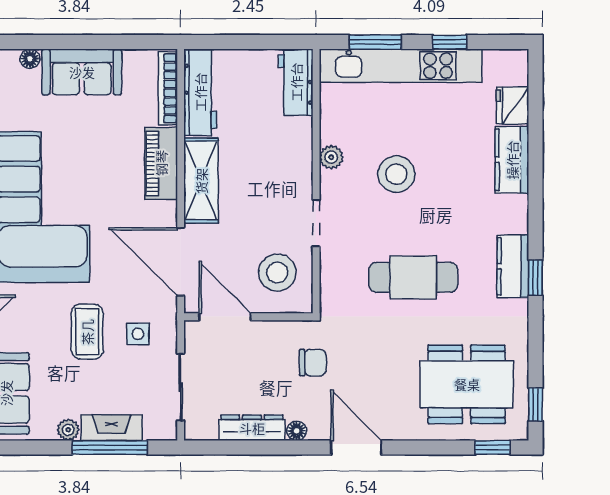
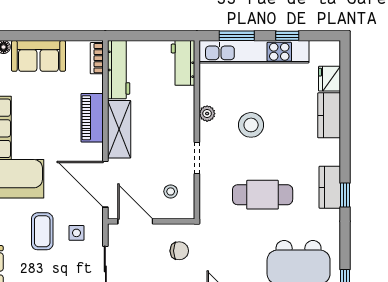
bookcase: (168, 88) -> (97, 58), width x0.64
stool: (277, 273) -> (171, 191), width x0.53, depth x0.53
chair: (313, 363) -> (179, 251), moved

